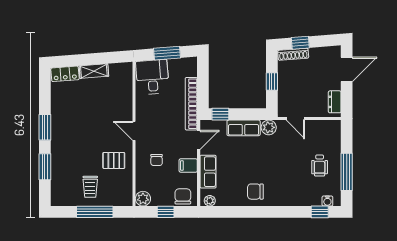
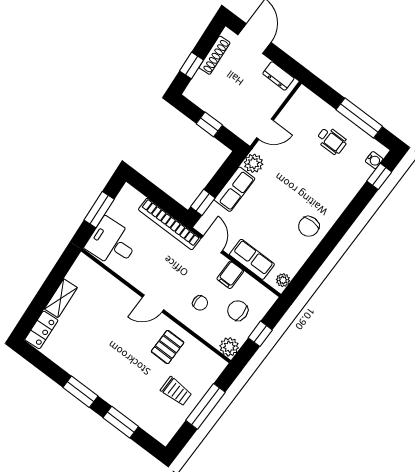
shoe rack: (293, 54) -> (215, 55), moved
chair: (183, 196) -> (238, 311), moved

